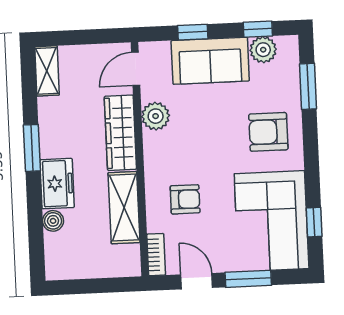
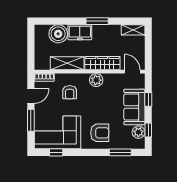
plant: (156, 116) -> (96, 80), moved
armchair: (268, 132) -> (100, 133), turned 90
boiler: (53, 221) -> (58, 34), width x1.86, depth x1.86

